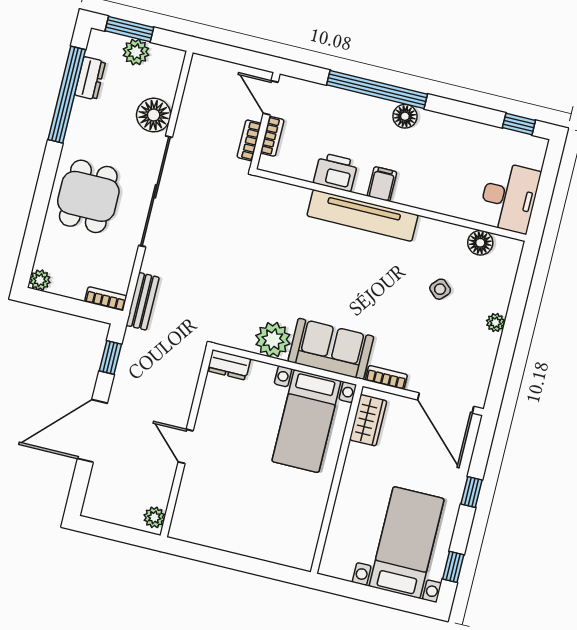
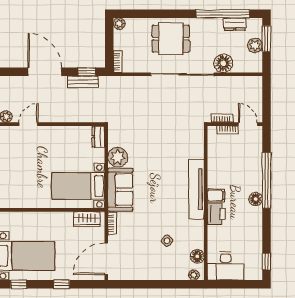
door: (271, 98) -> (248, 124), hinge flipped
printer: (336, 172) -> (216, 214), moved
bench: (143, 301) -> (83, 82), moved
plant: (495, 323) -> (194, 275), moved
door: (186, 446) -> (28, 124), moved

